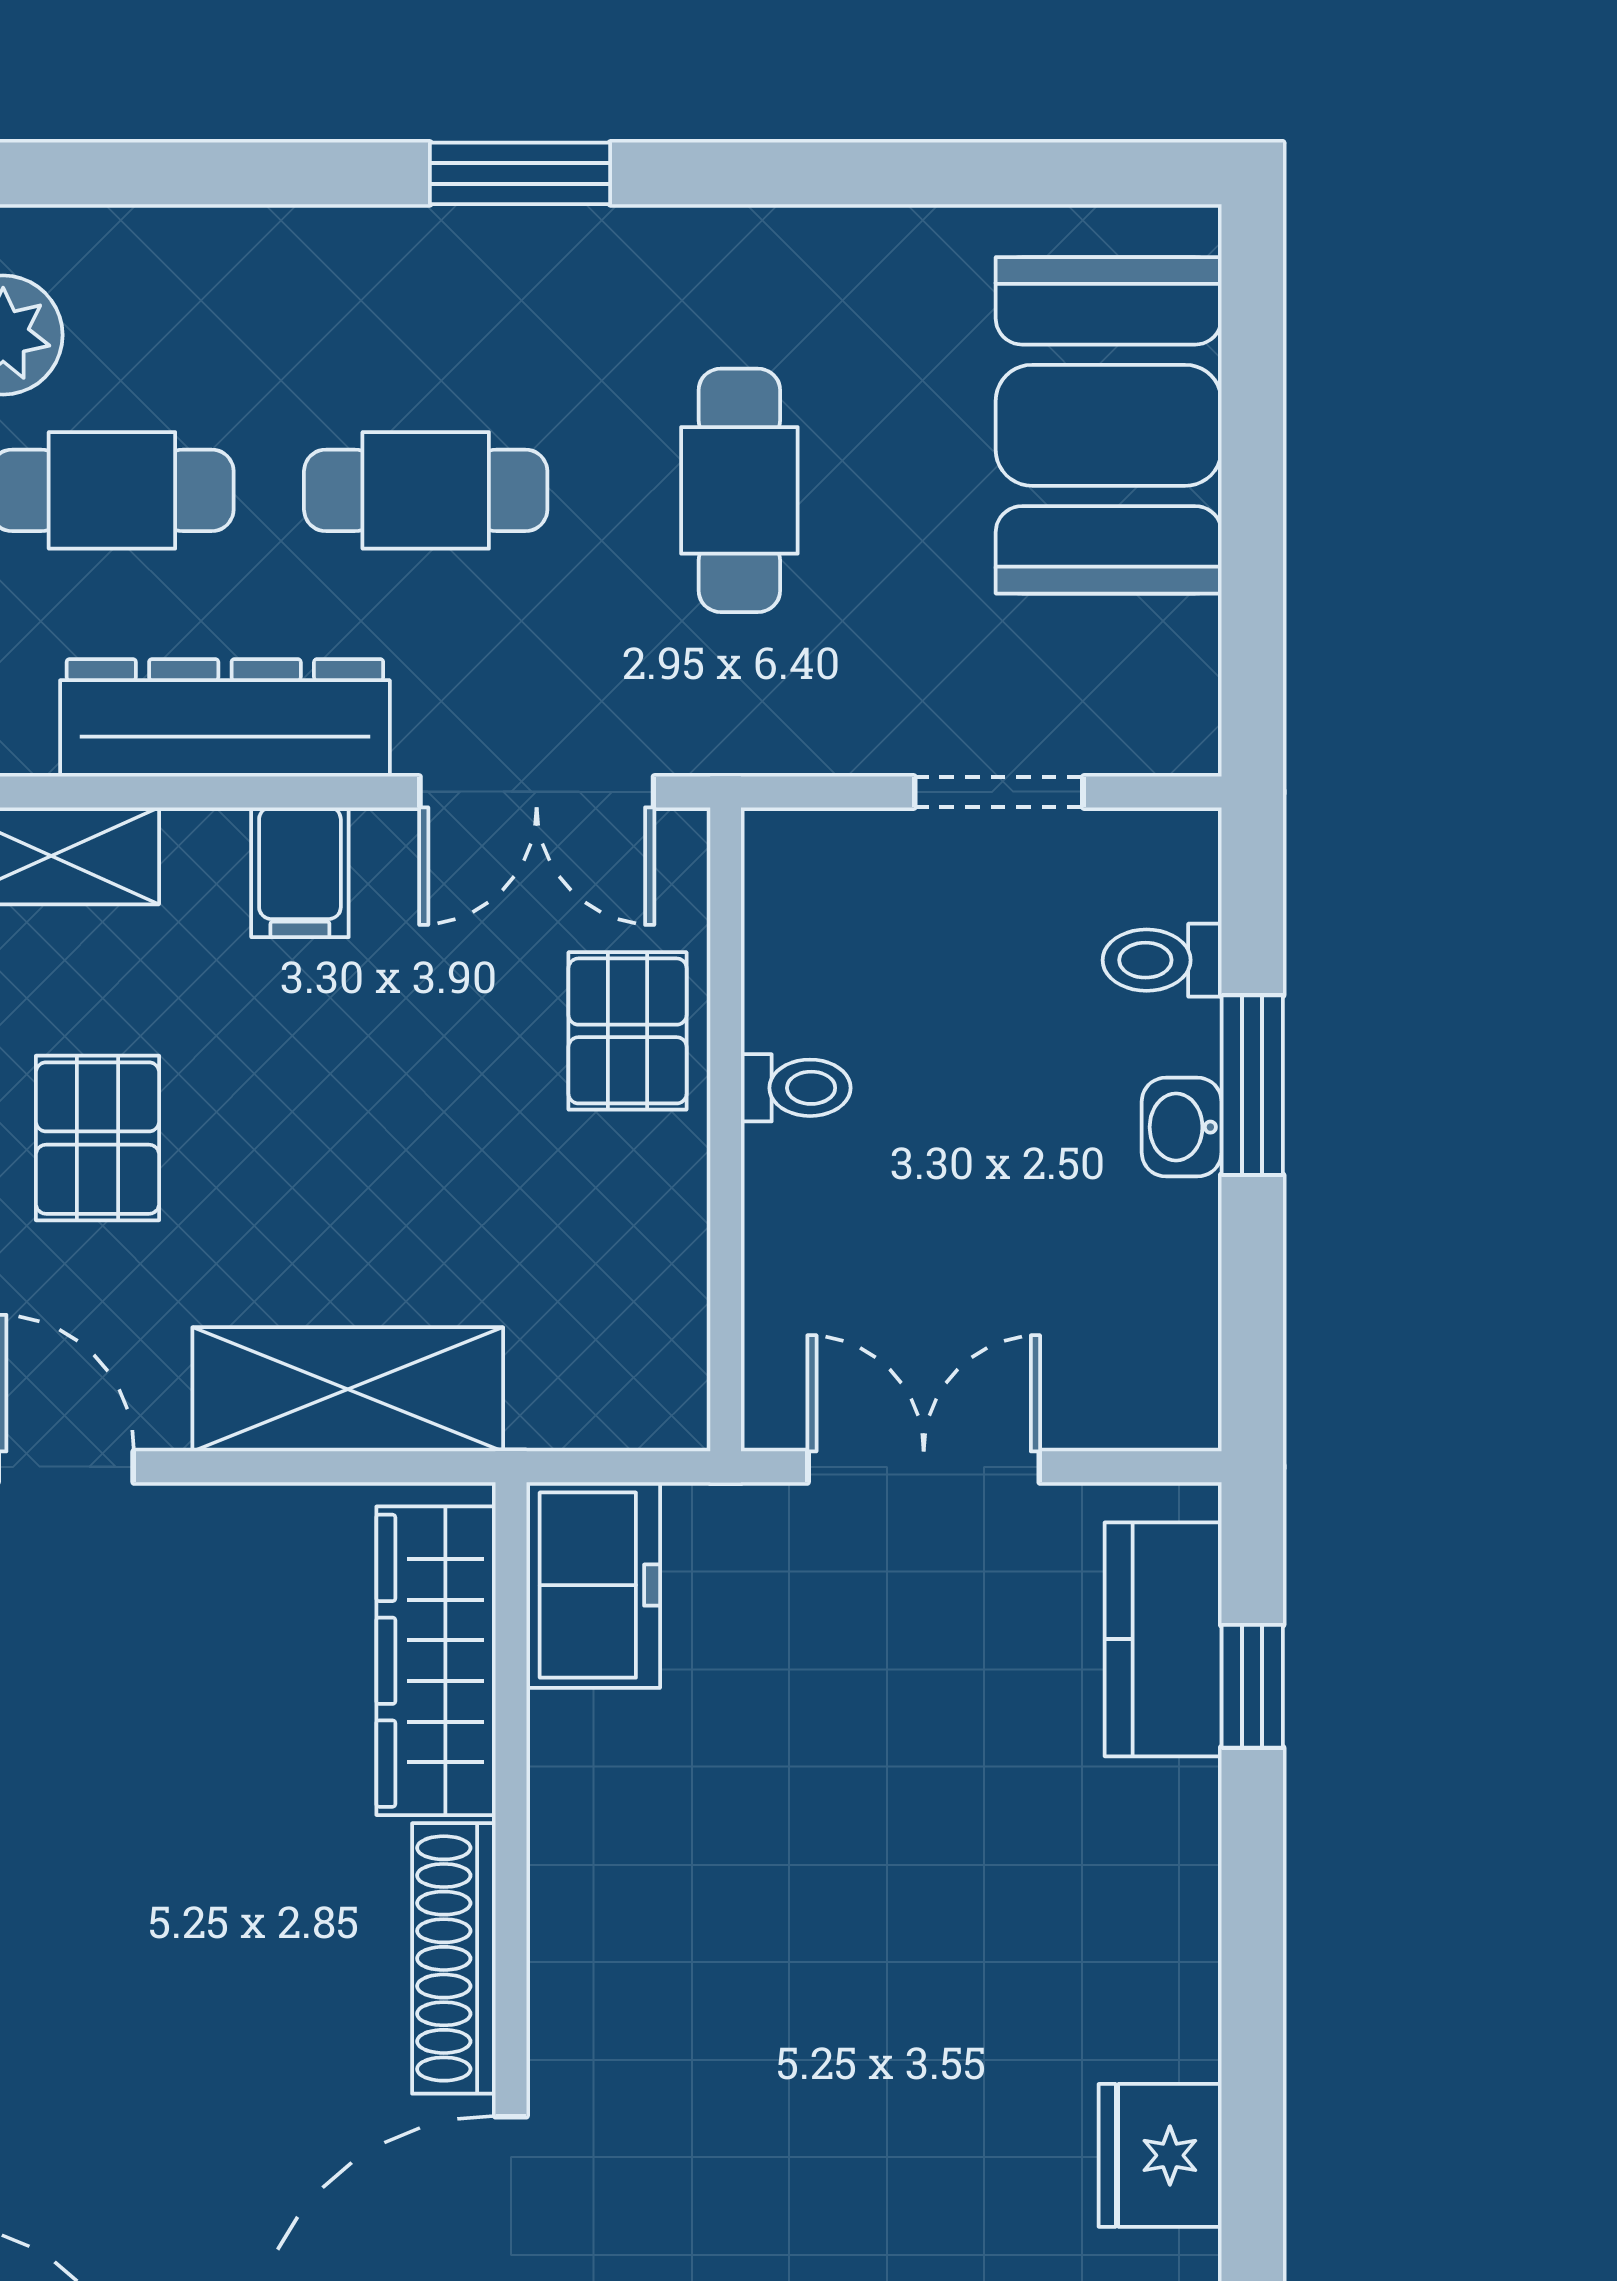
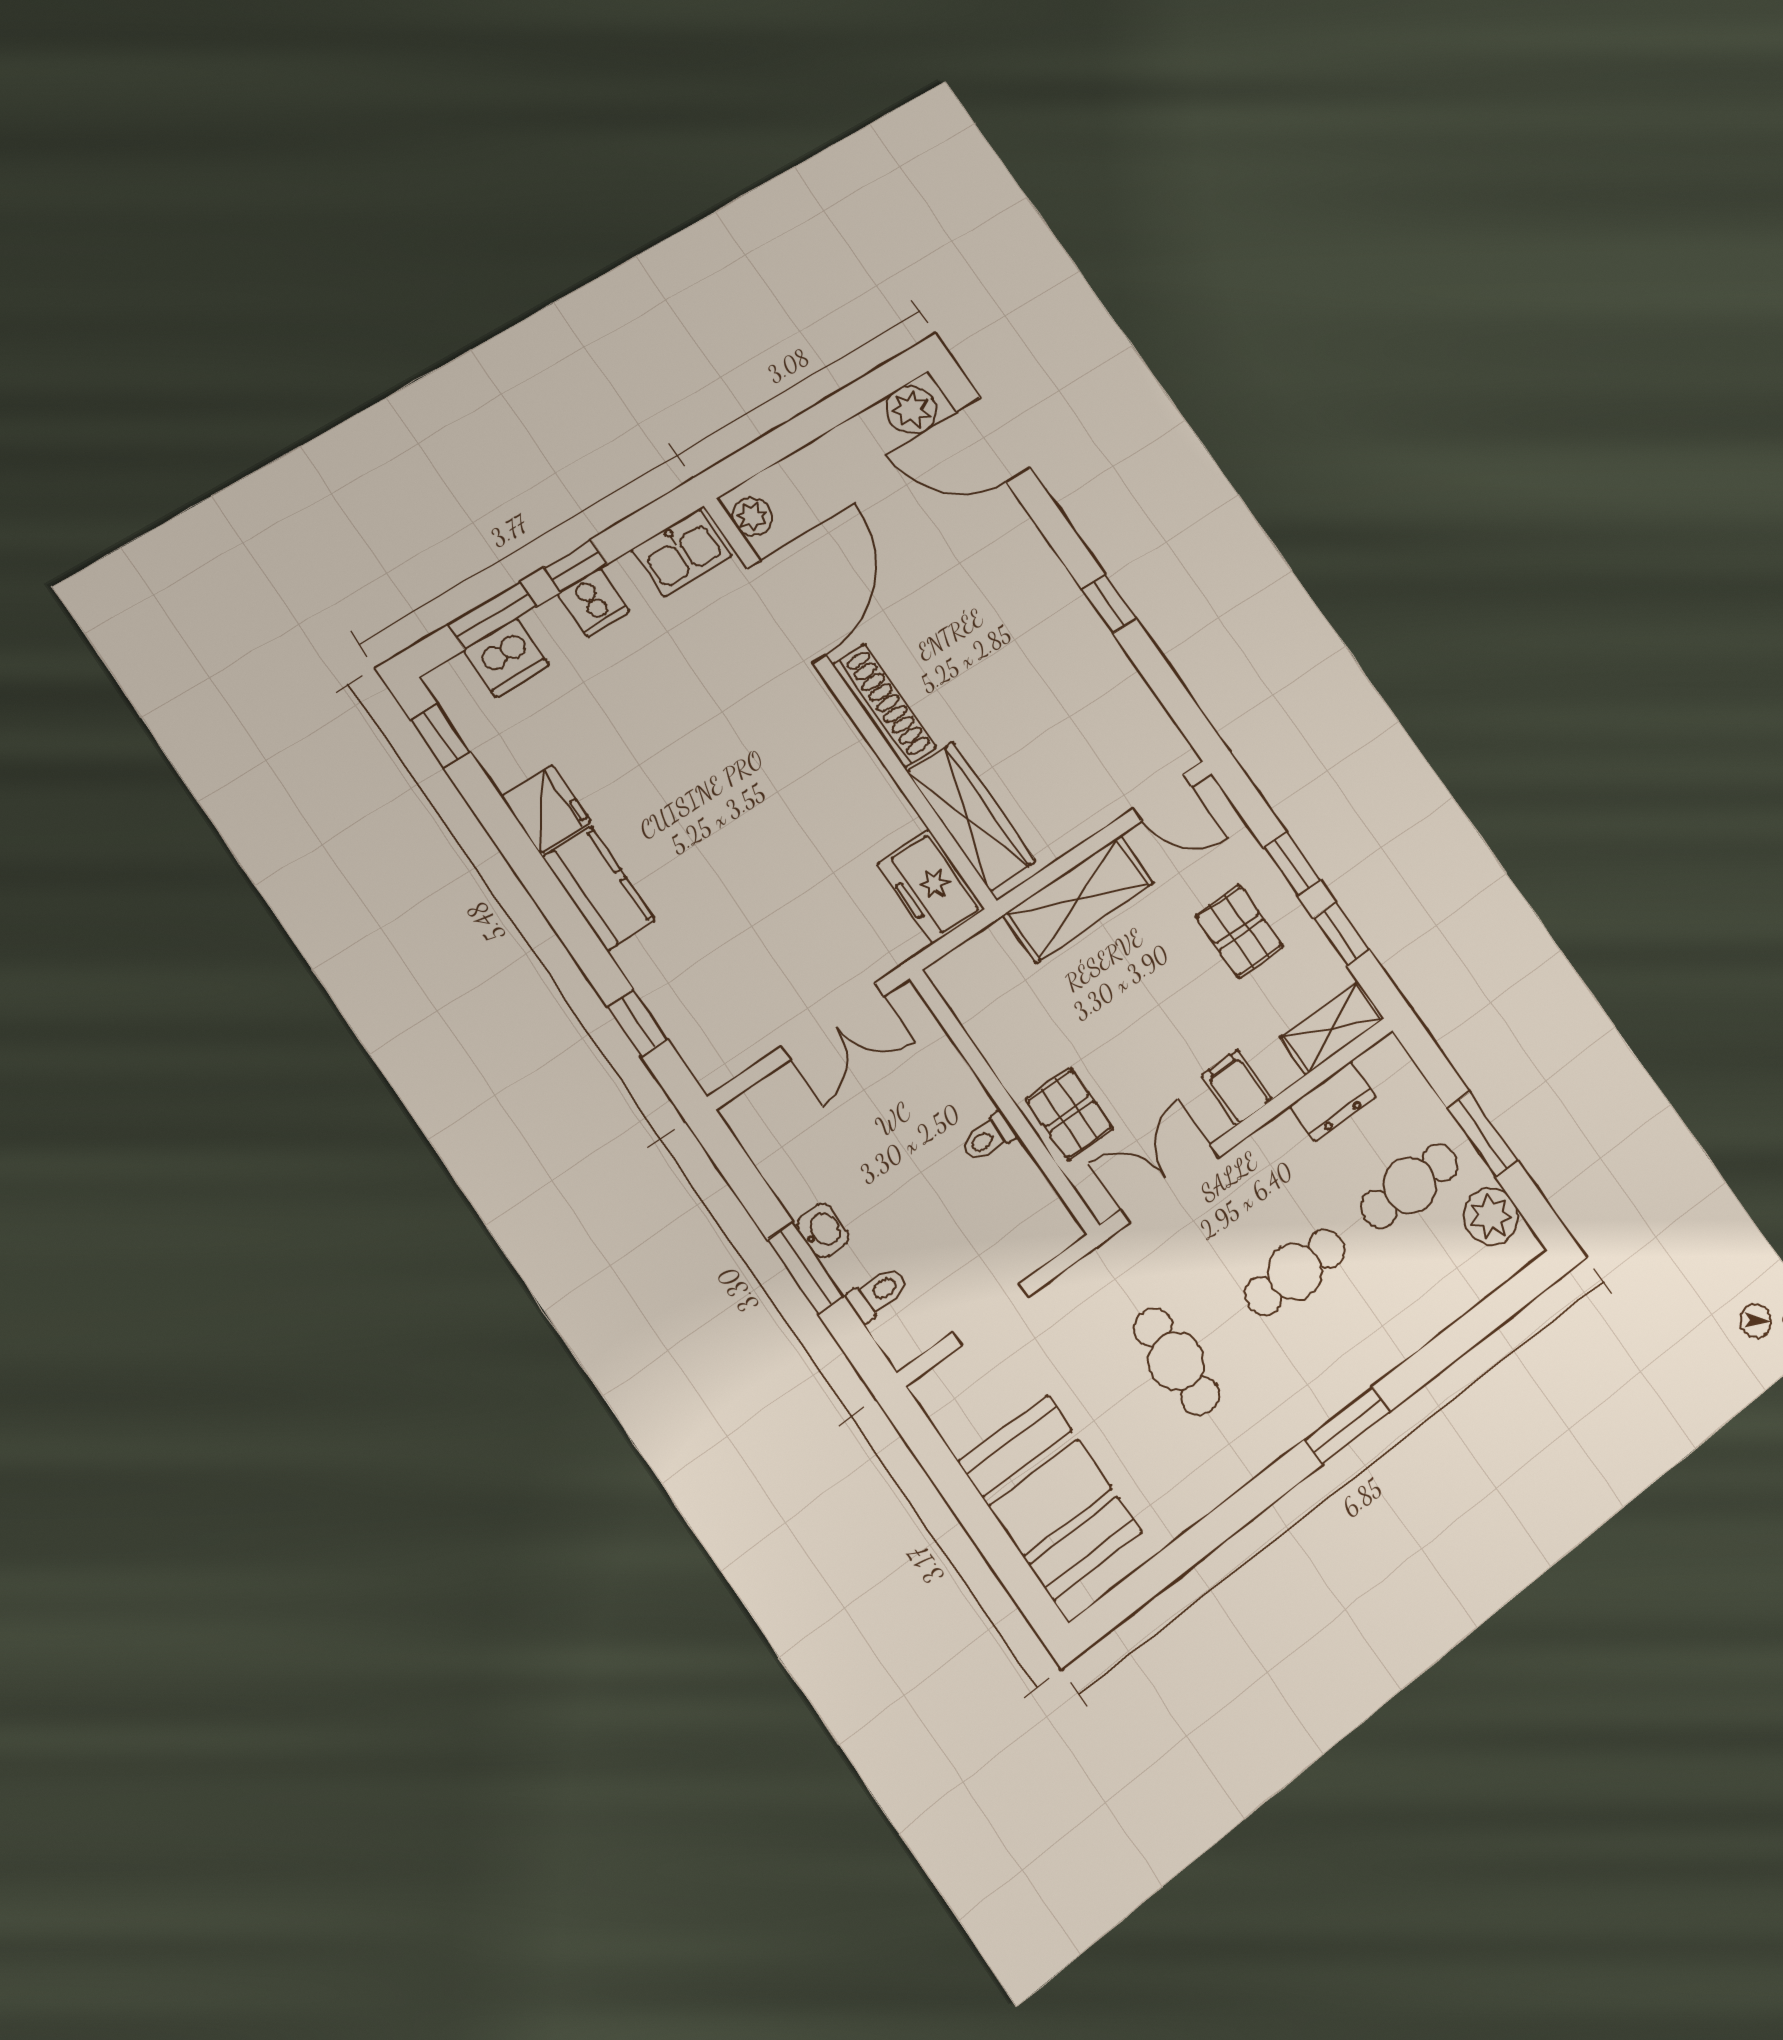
dresser: (225, 718) -> (1333, 1101), width x0.51, depth x0.80
kitchen counter: (1163, 1639) -> (599, 889), moved

